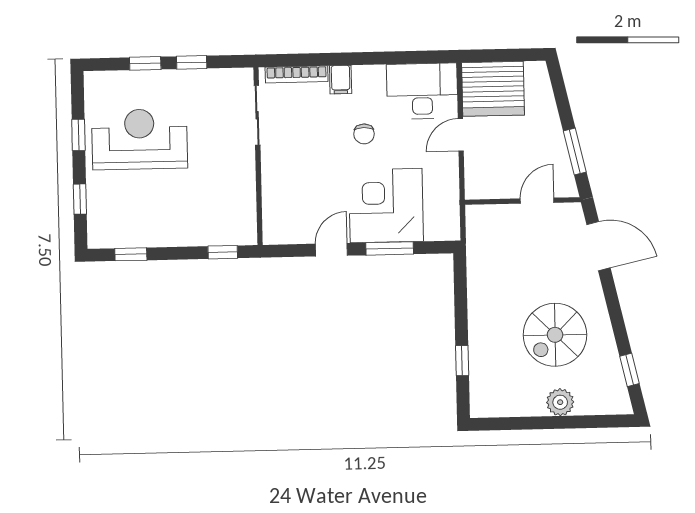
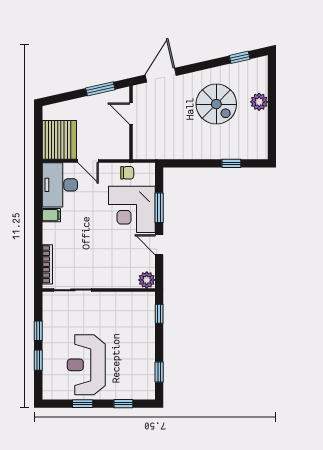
filing cabinet: (341, 80) -> (51, 215), moved
chair: (364, 134) -> (127, 173), moved
plant: (275, 231) -> (147, 280), added

